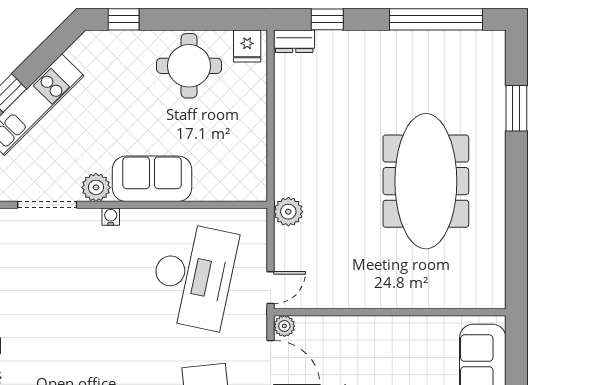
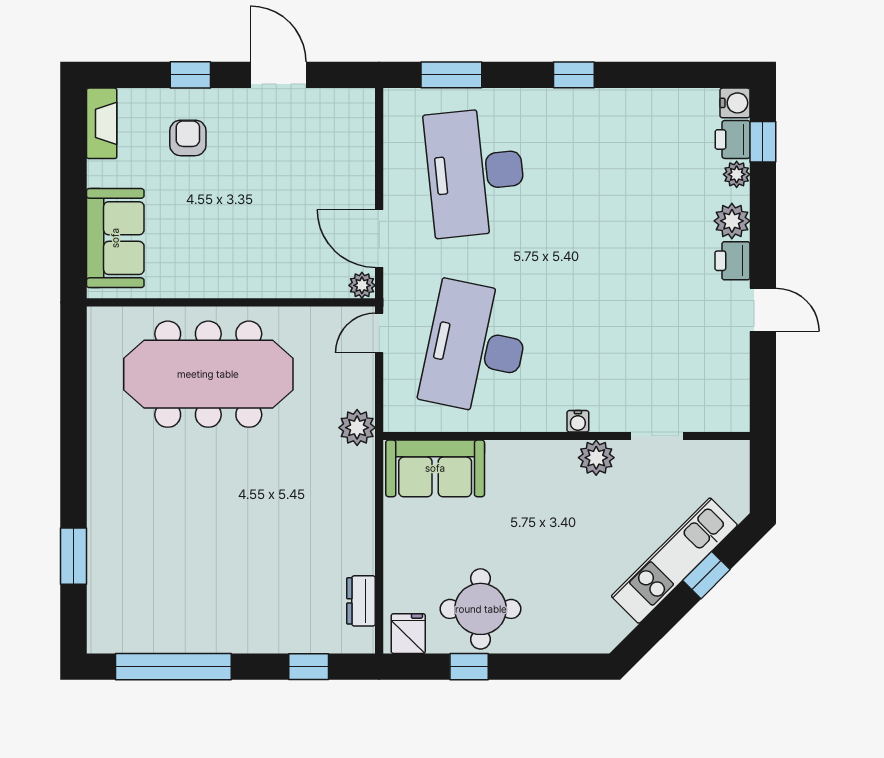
window: (124, 19) -> (469, 667), moved
dresser: (294, 41) -> (361, 601), moved, turned -90
sofa: (152, 179) -> (435, 468), moved
meeting table: (426, 181) -> (208, 374), moved, turned 90
doorway: (47, 205) -> (657, 436), width x0.73

